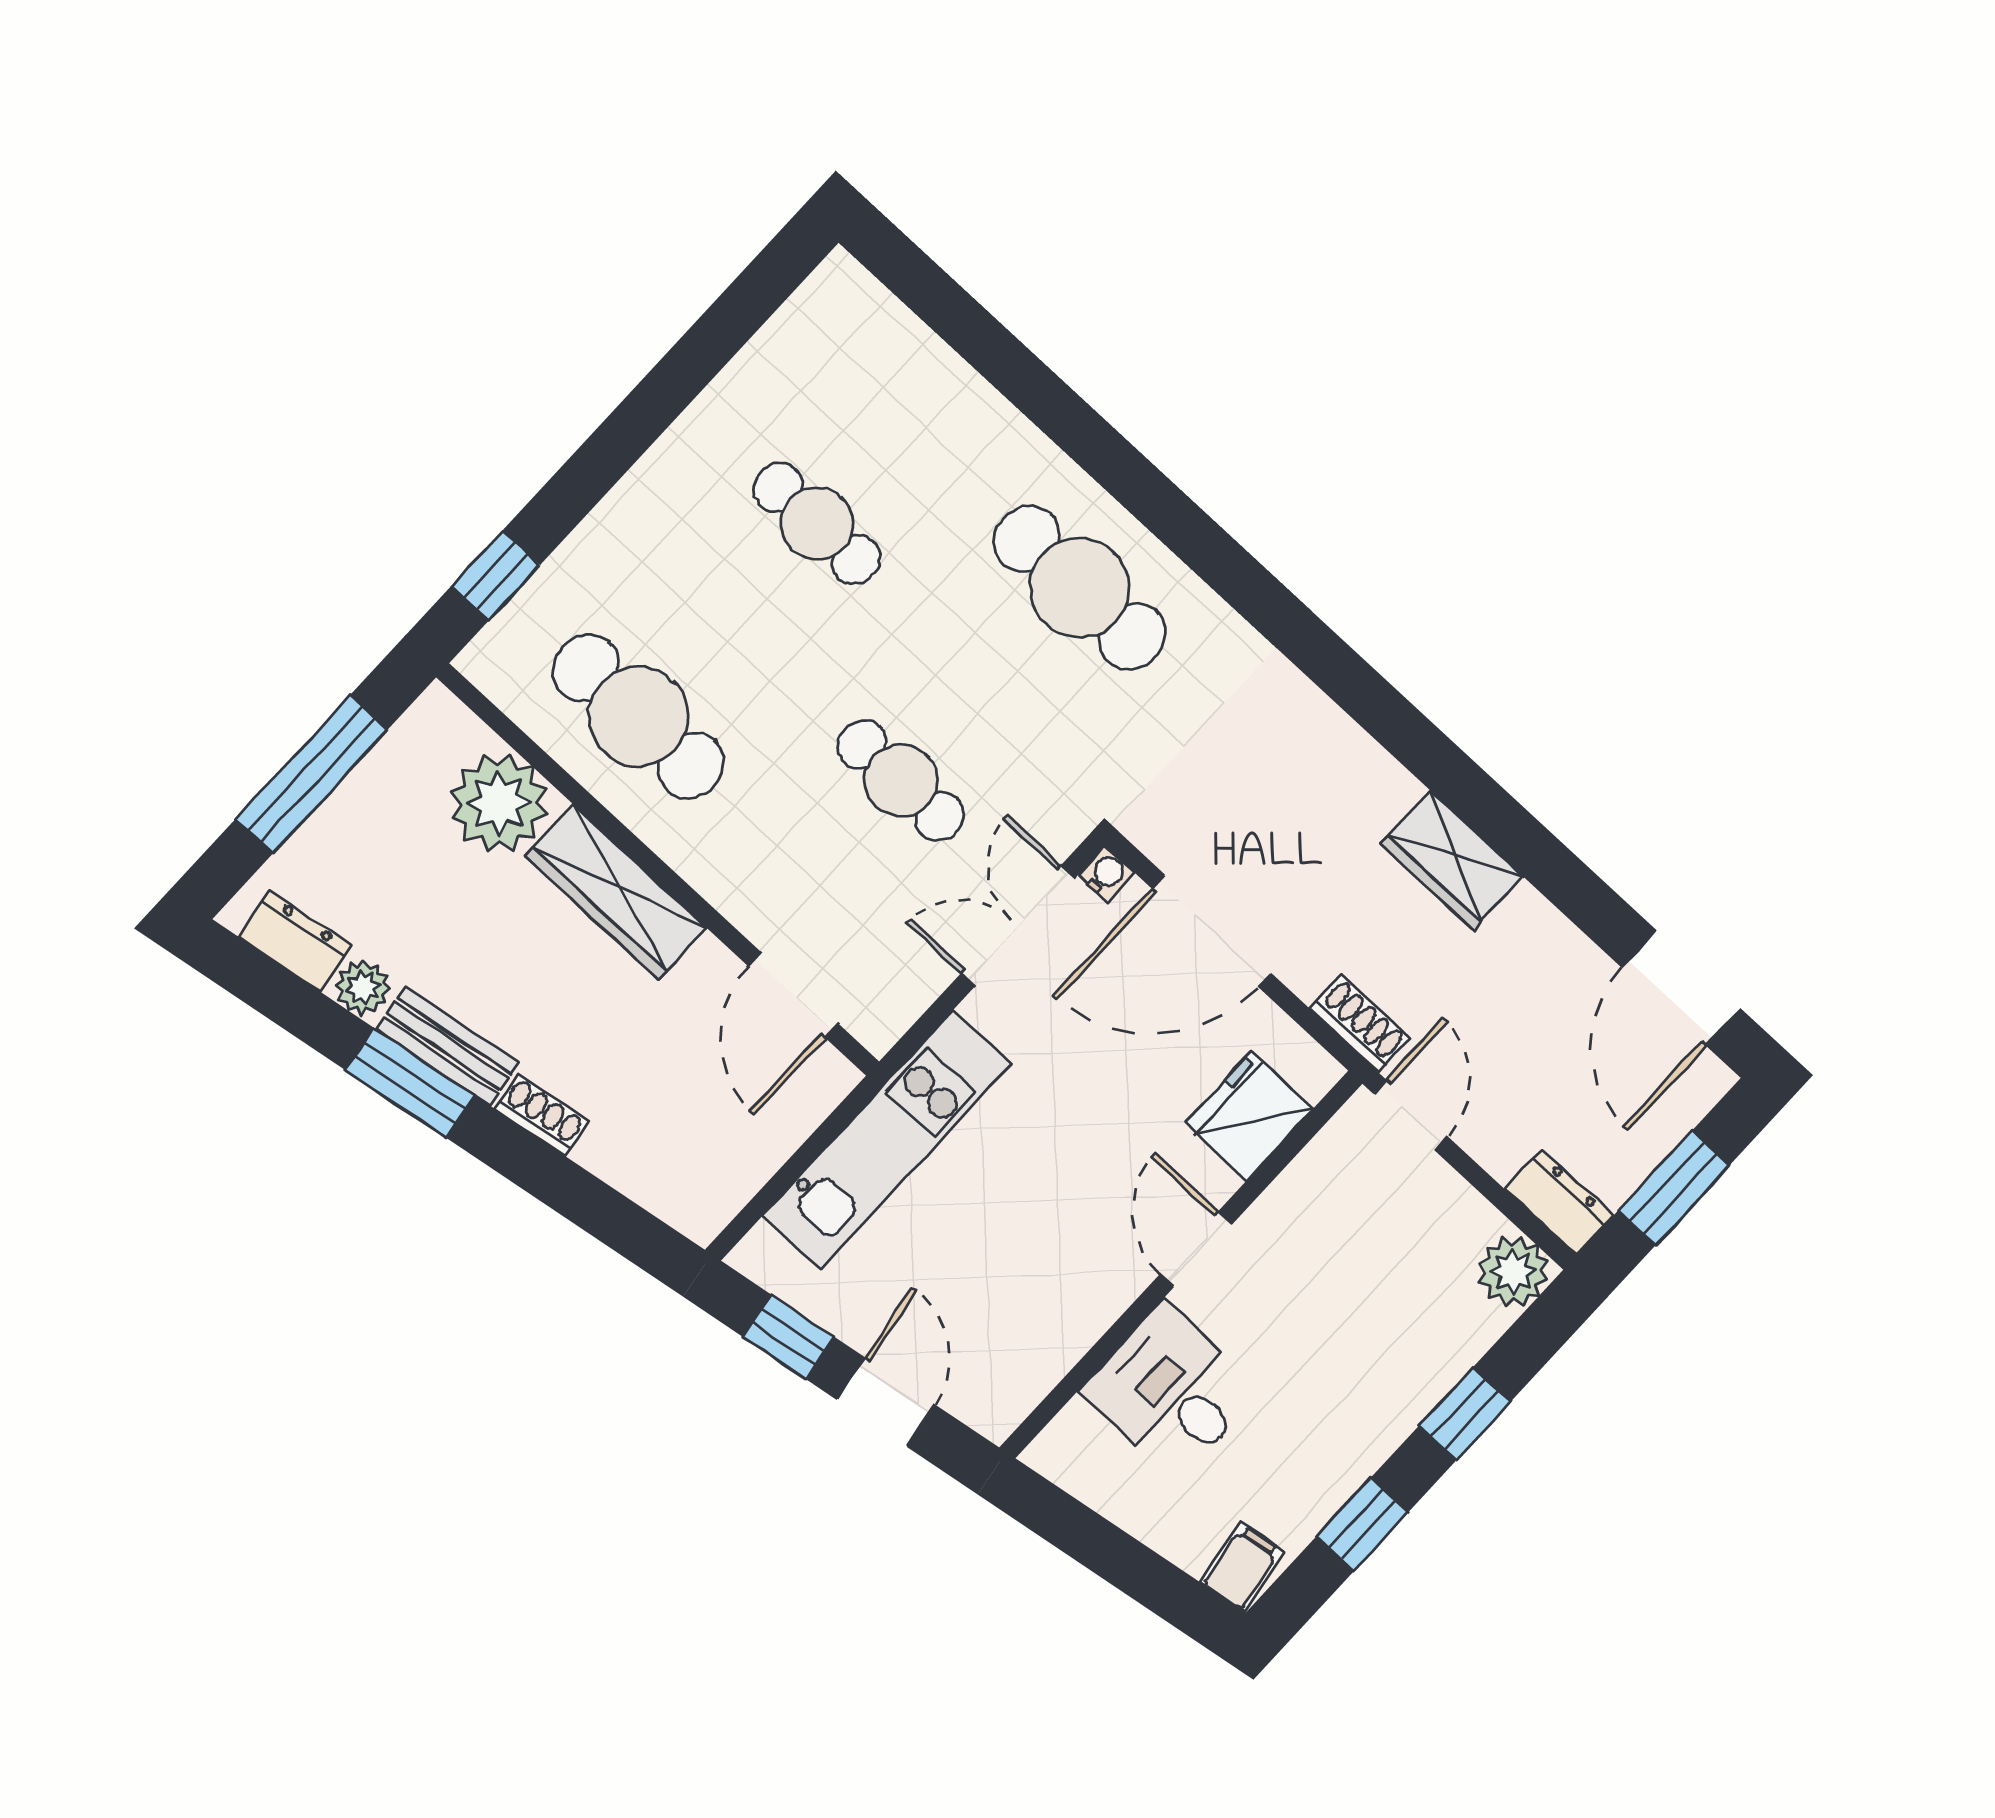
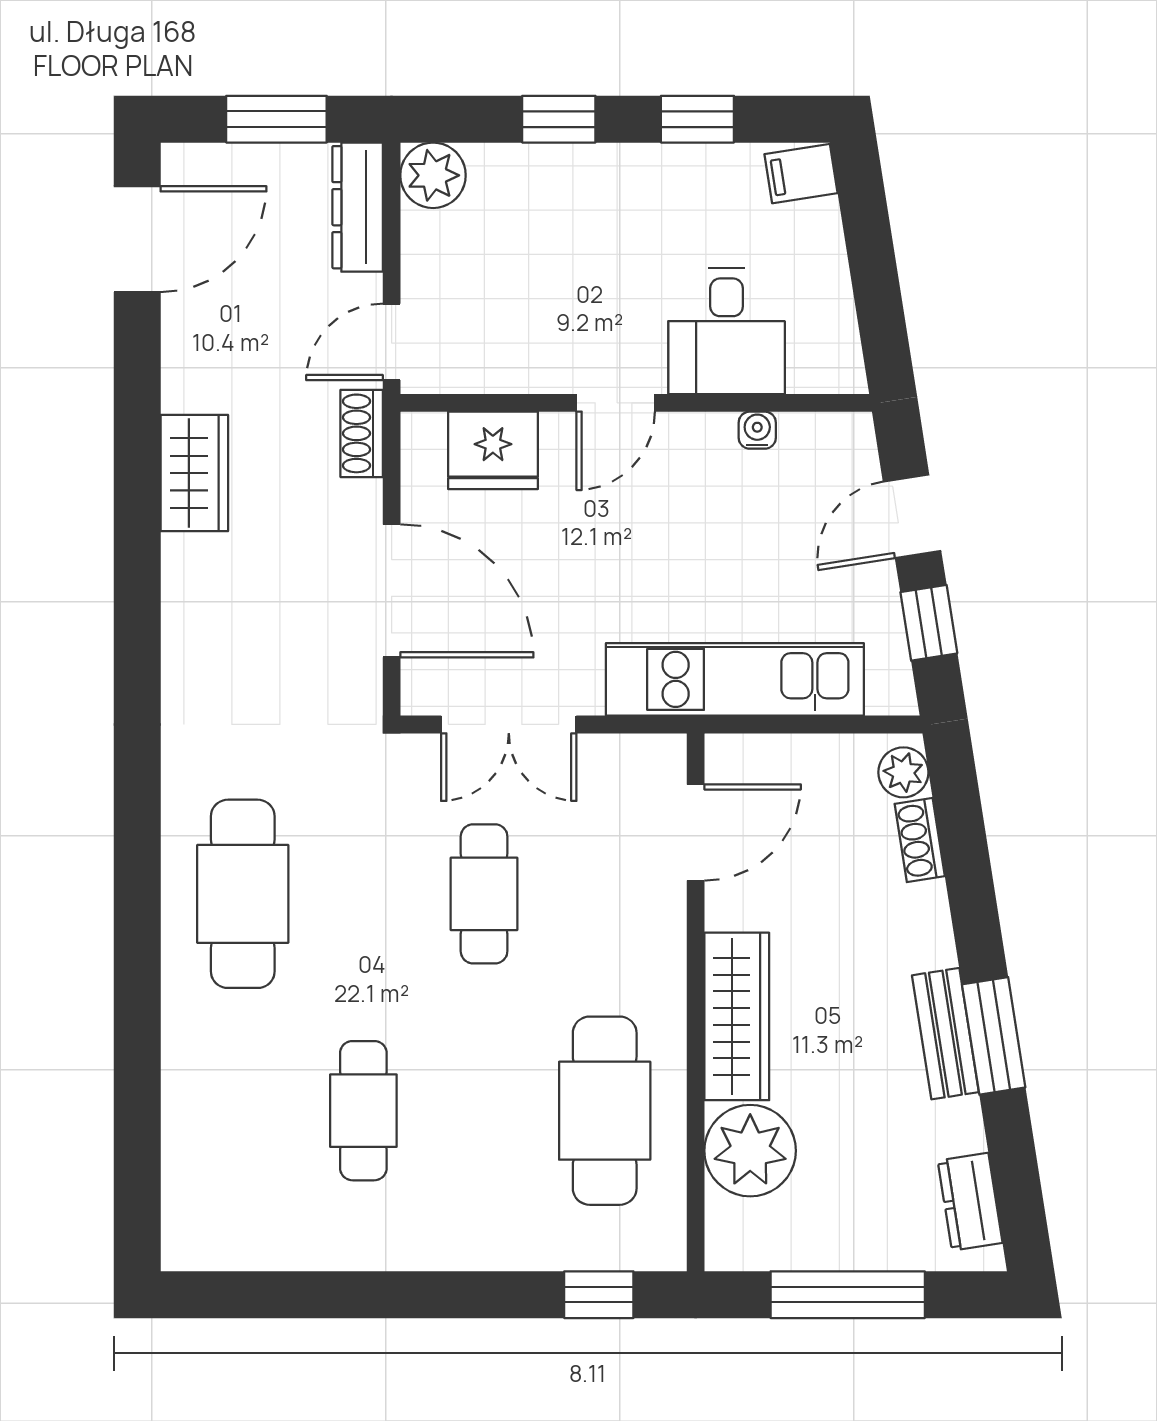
water cooler: (1106, 874) -> (757, 430), moved, turned 90
plant: (363, 987) -> (903, 772), moved
shoe rack: (542, 1115) -> (920, 840), moved
dresser: (1559, 1202) -> (358, 207), width x1.44

